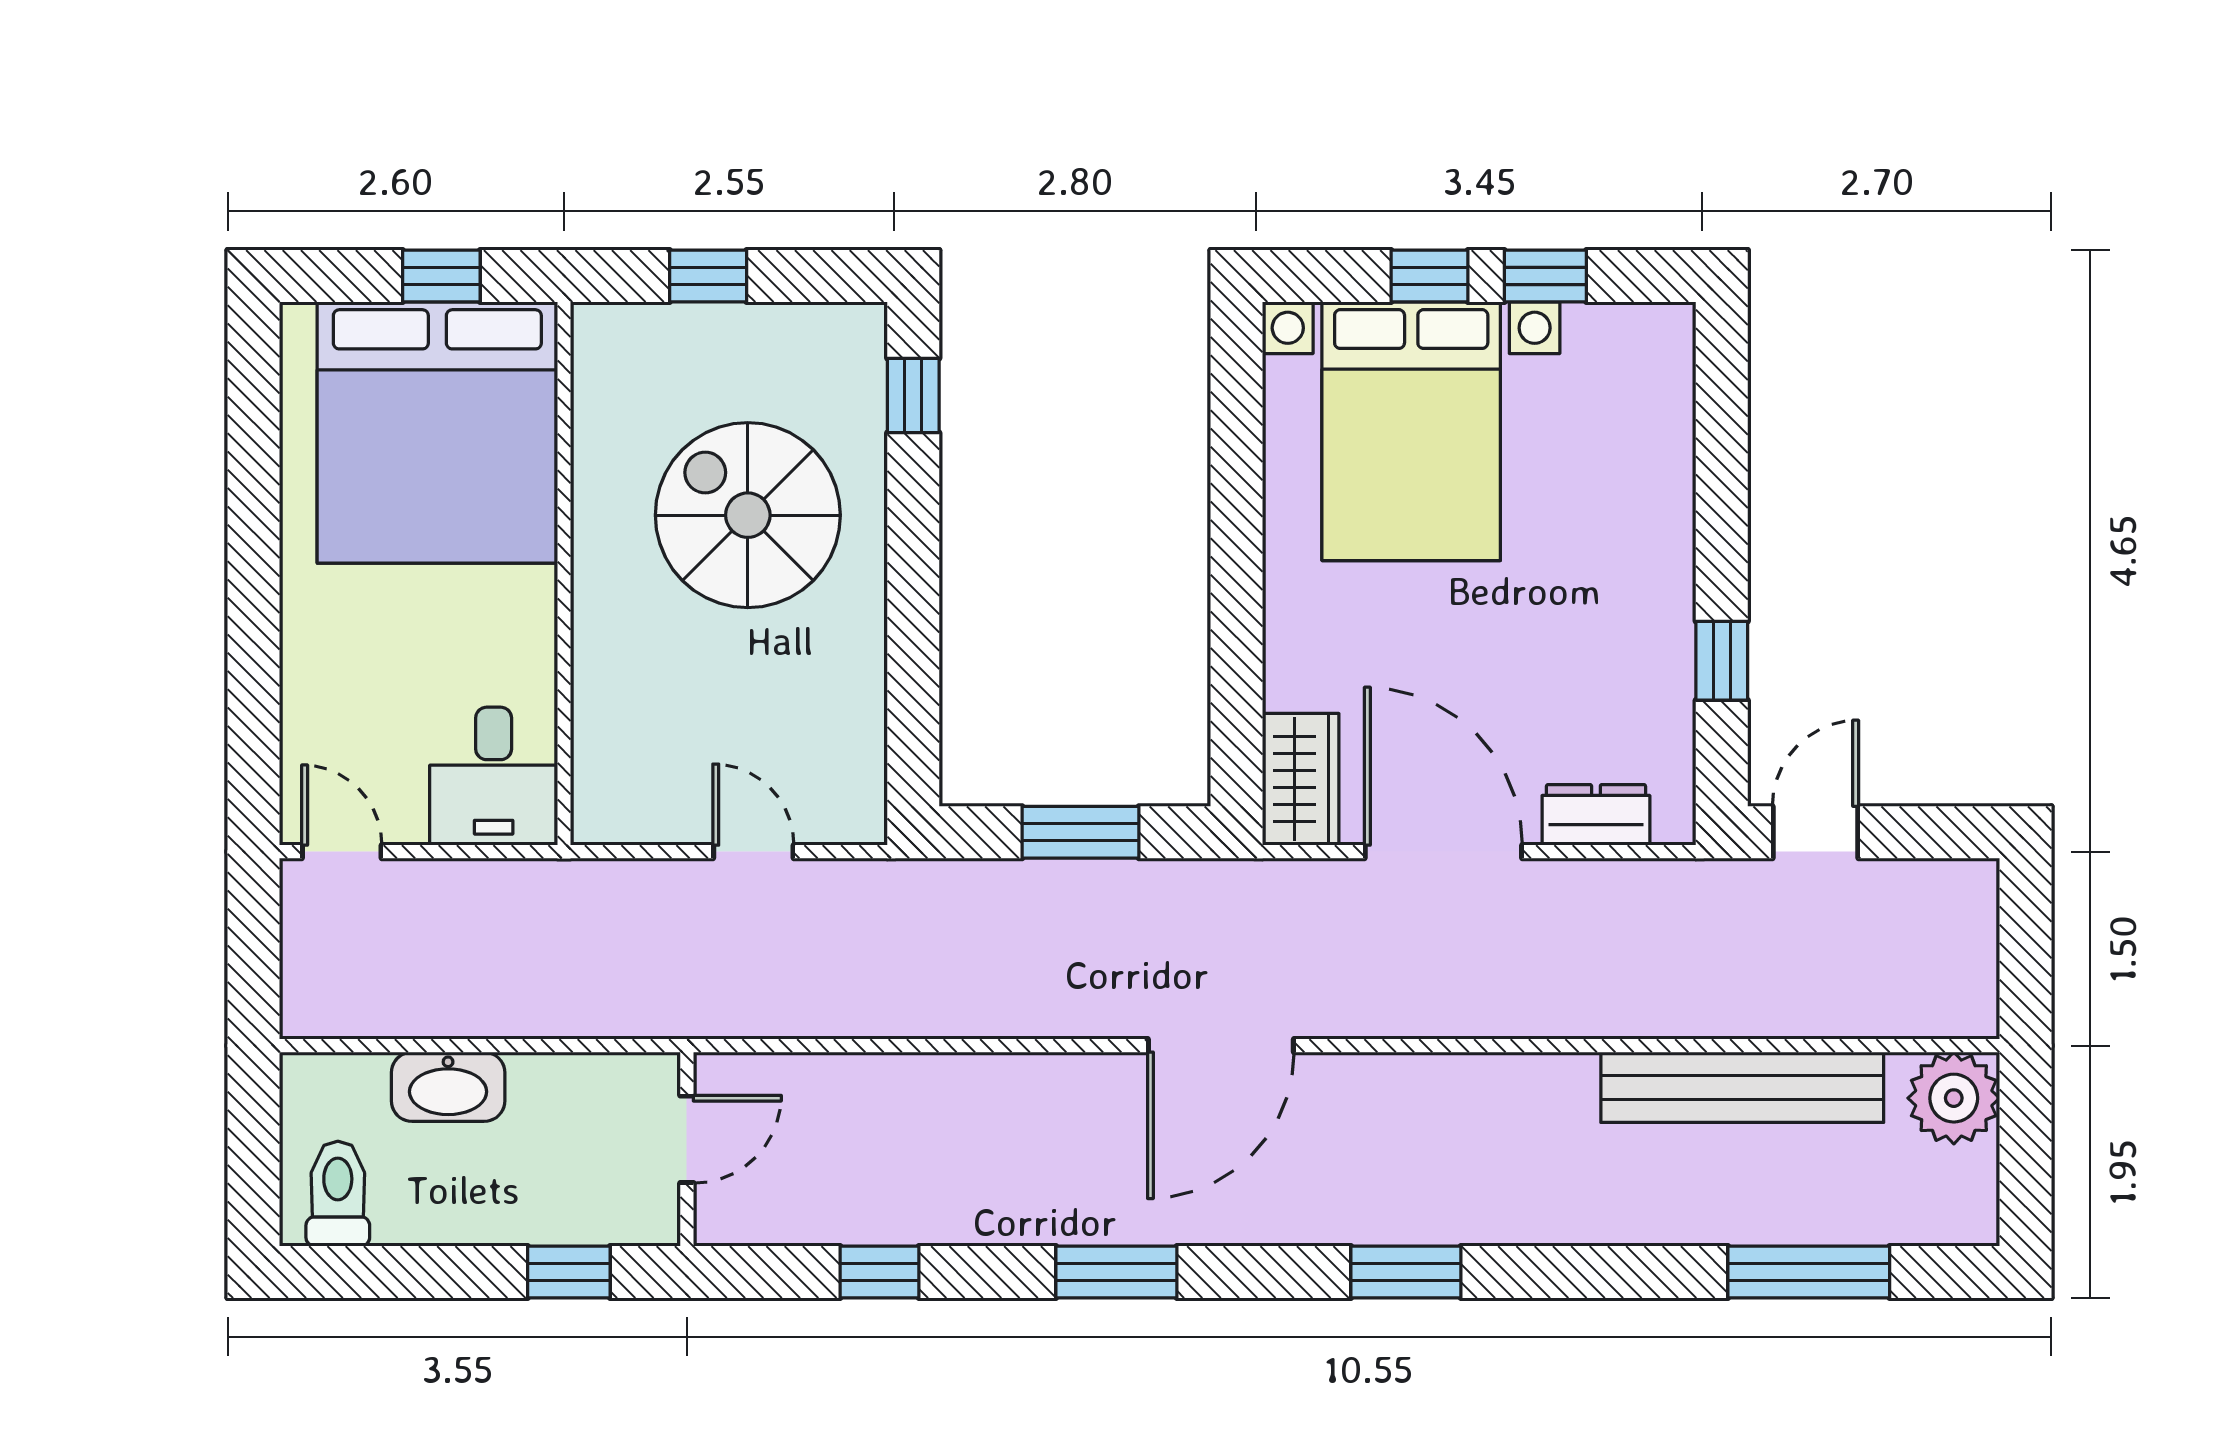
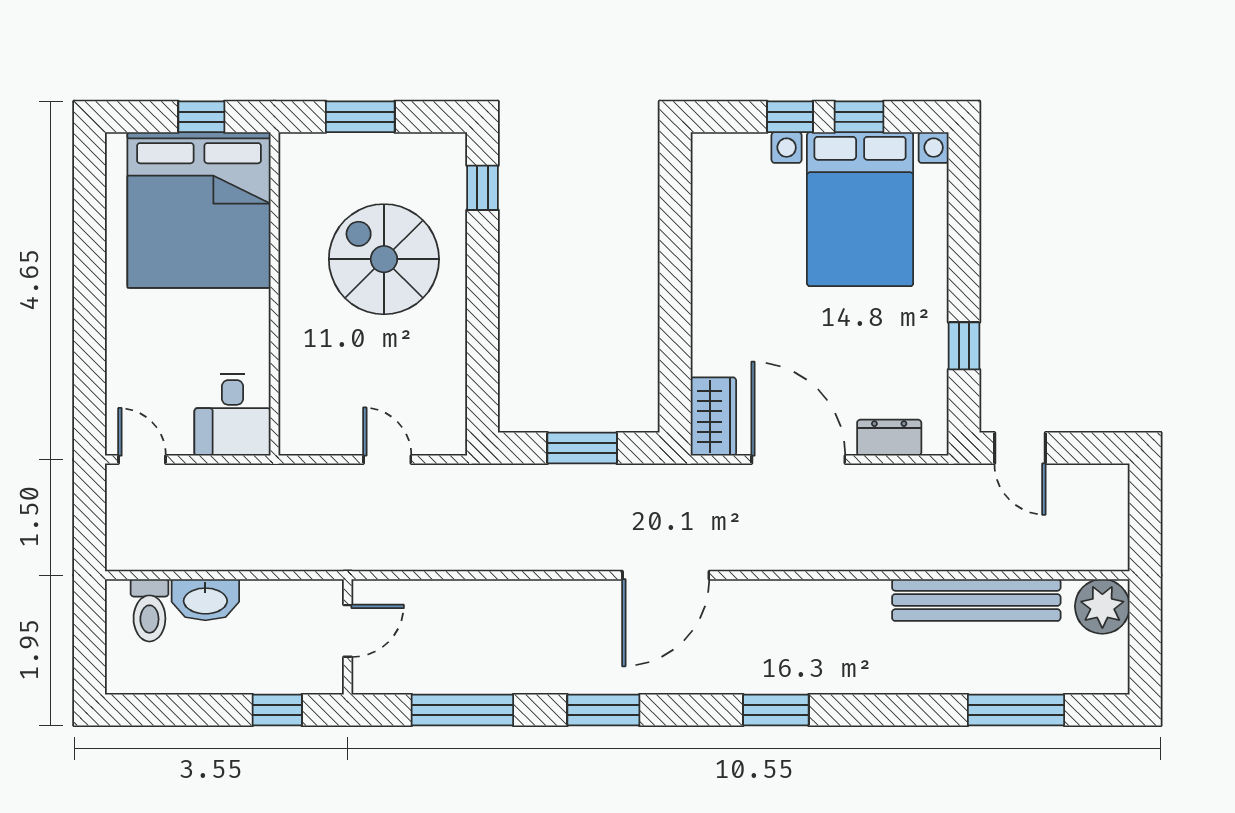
window: (708, 276) -> (360, 117), width x1.50
bed with nightstands: (1411, 431) -> (860, 209), moved
door: (1815, 832) -> (1020, 448), swing flipped
toilet: (338, 1194) -> (149, 610), moved, turned 180
window: (879, 1272) -> (462, 710), width x2.17

